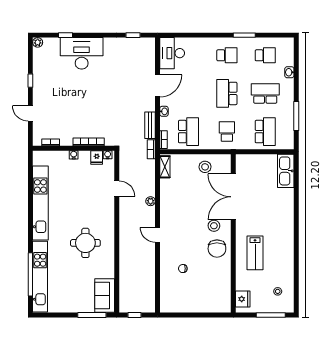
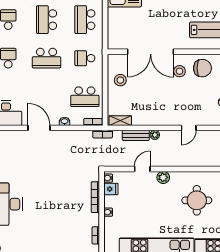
bench: (150, 125) -> (136, 135), moved
school desk: (188, 132) -> (85, 97), turned 180
school desk: (265, 132) -> (85, 20), turned -90
plant: (108, 209) -> (163, 177), added

